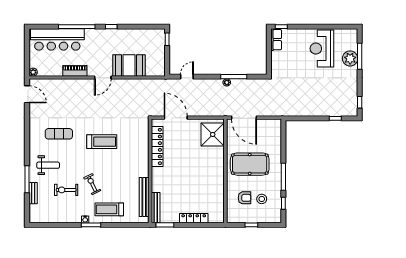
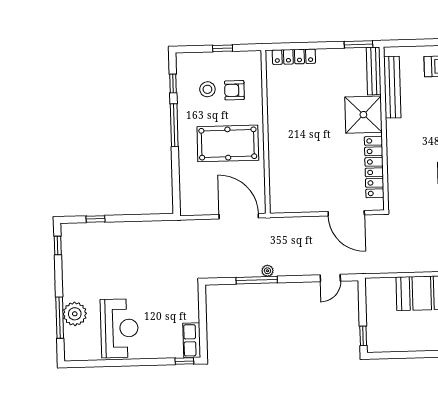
shower: (213, 134) -> (363, 115), moved
locker: (194, 218) -> (294, 57), moved

